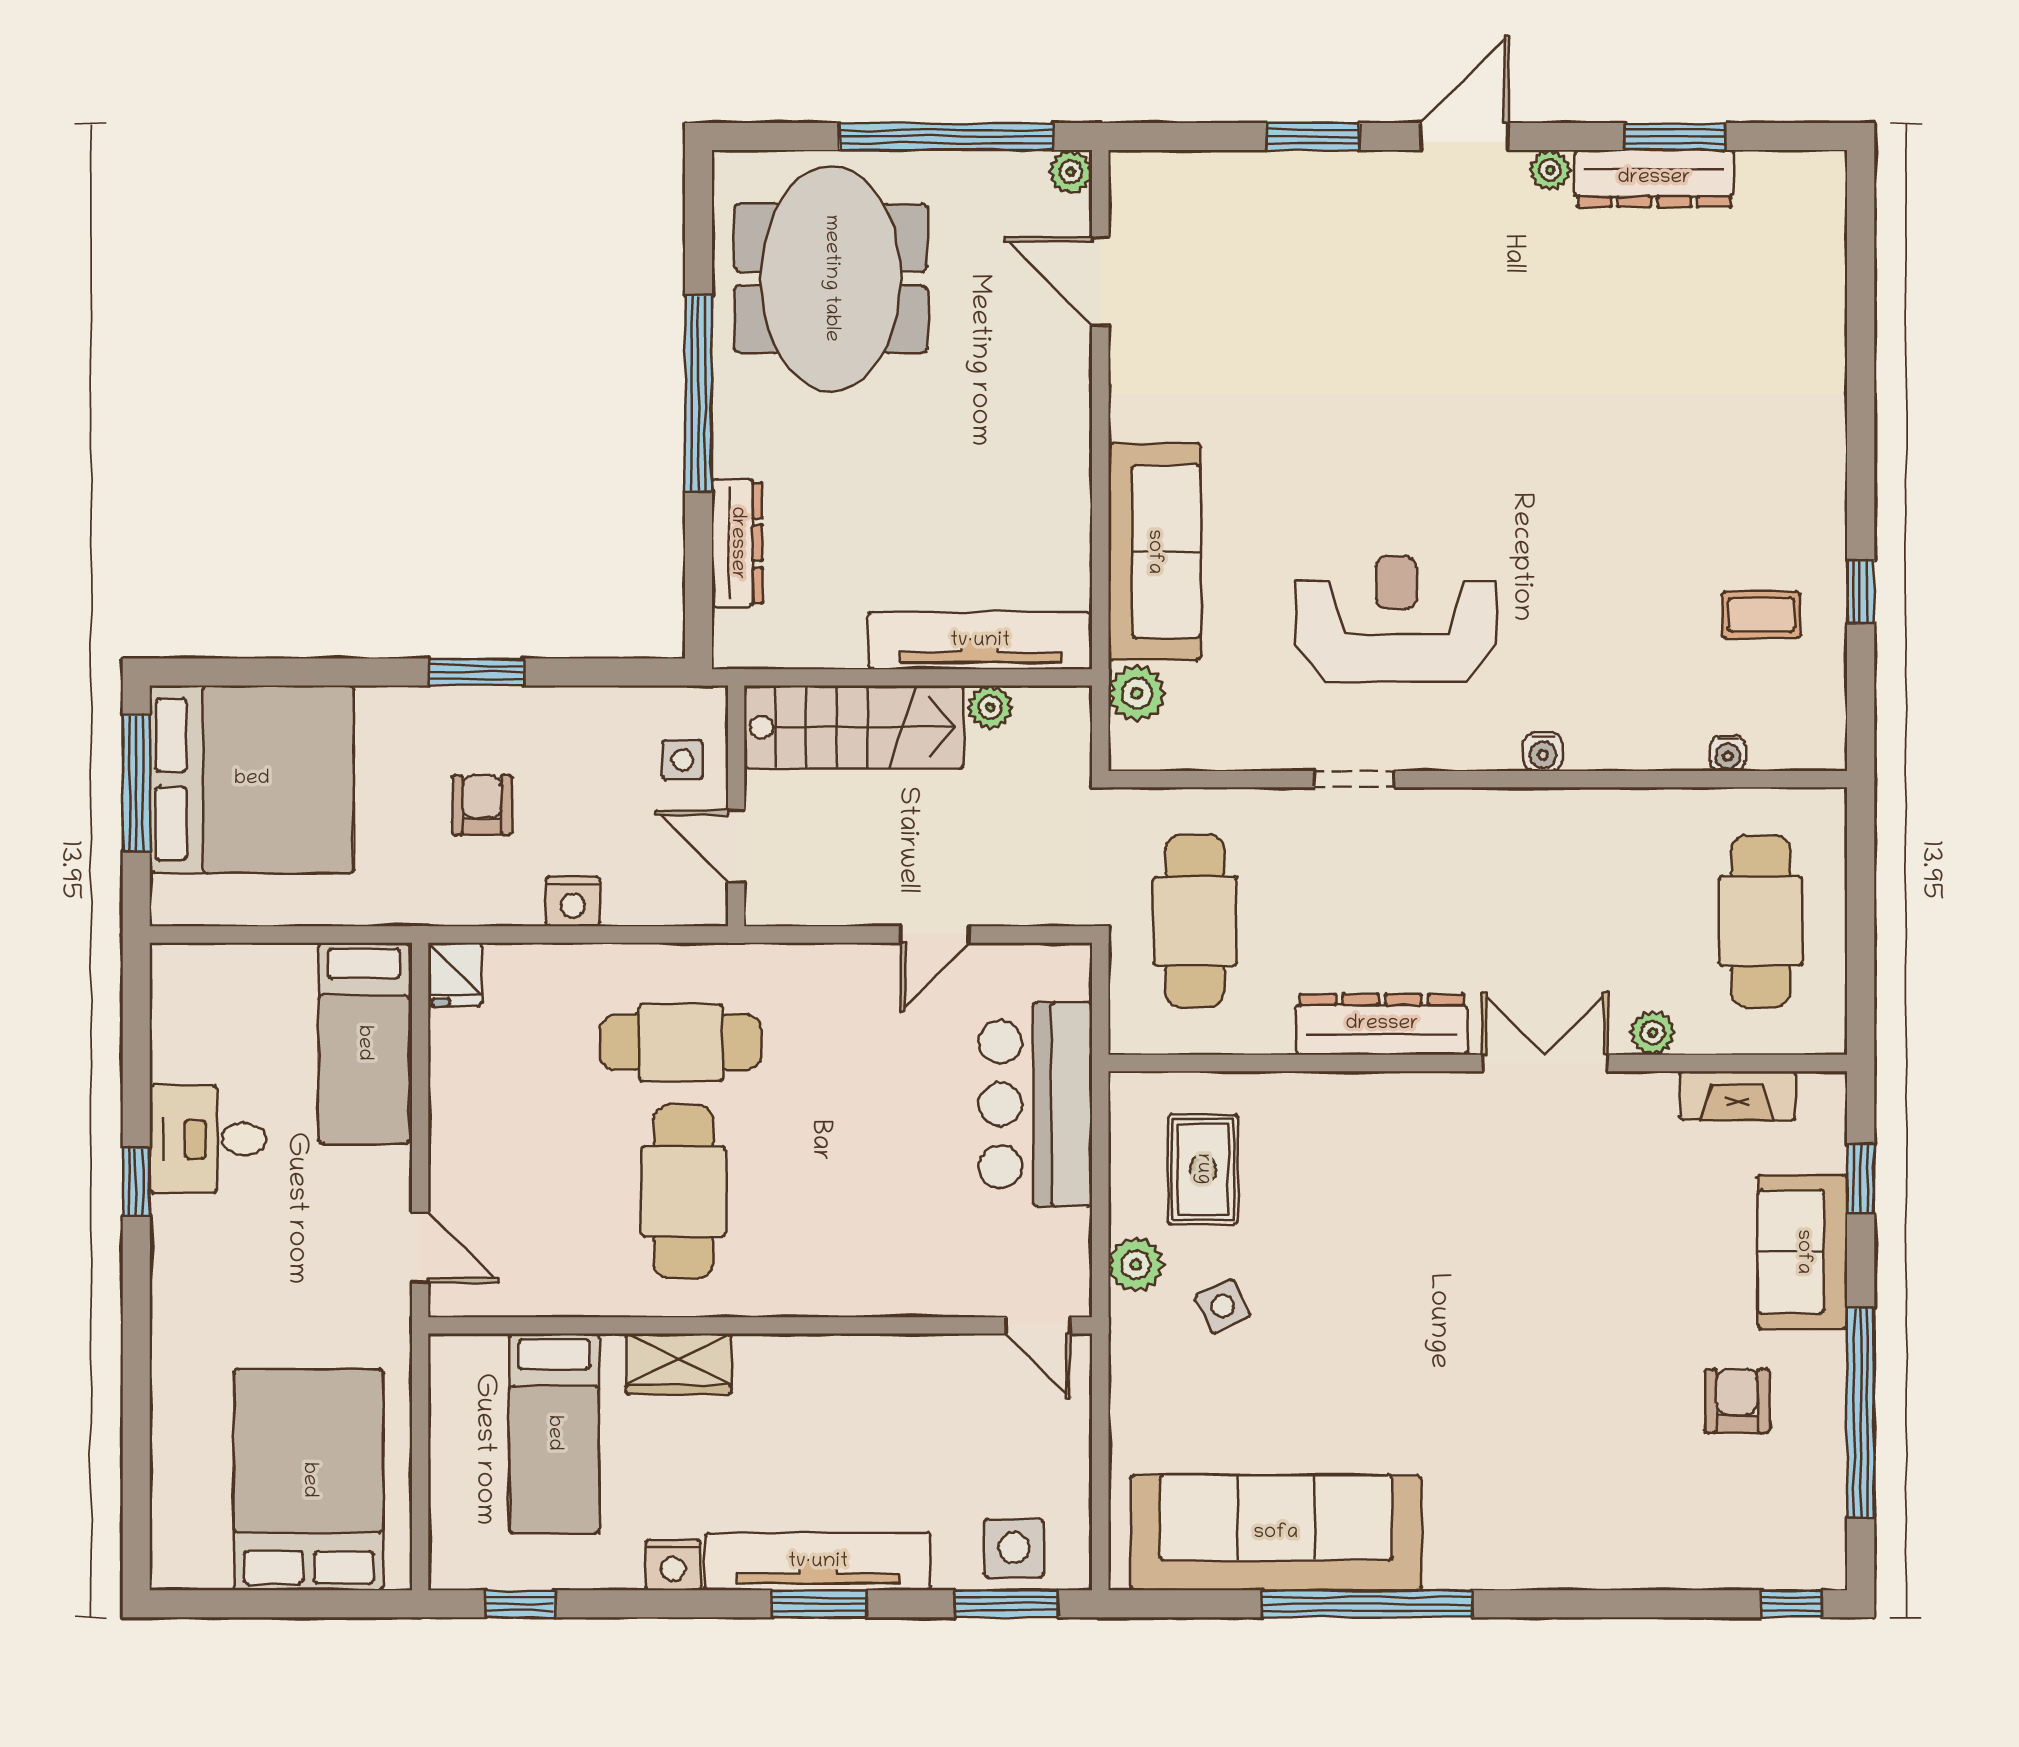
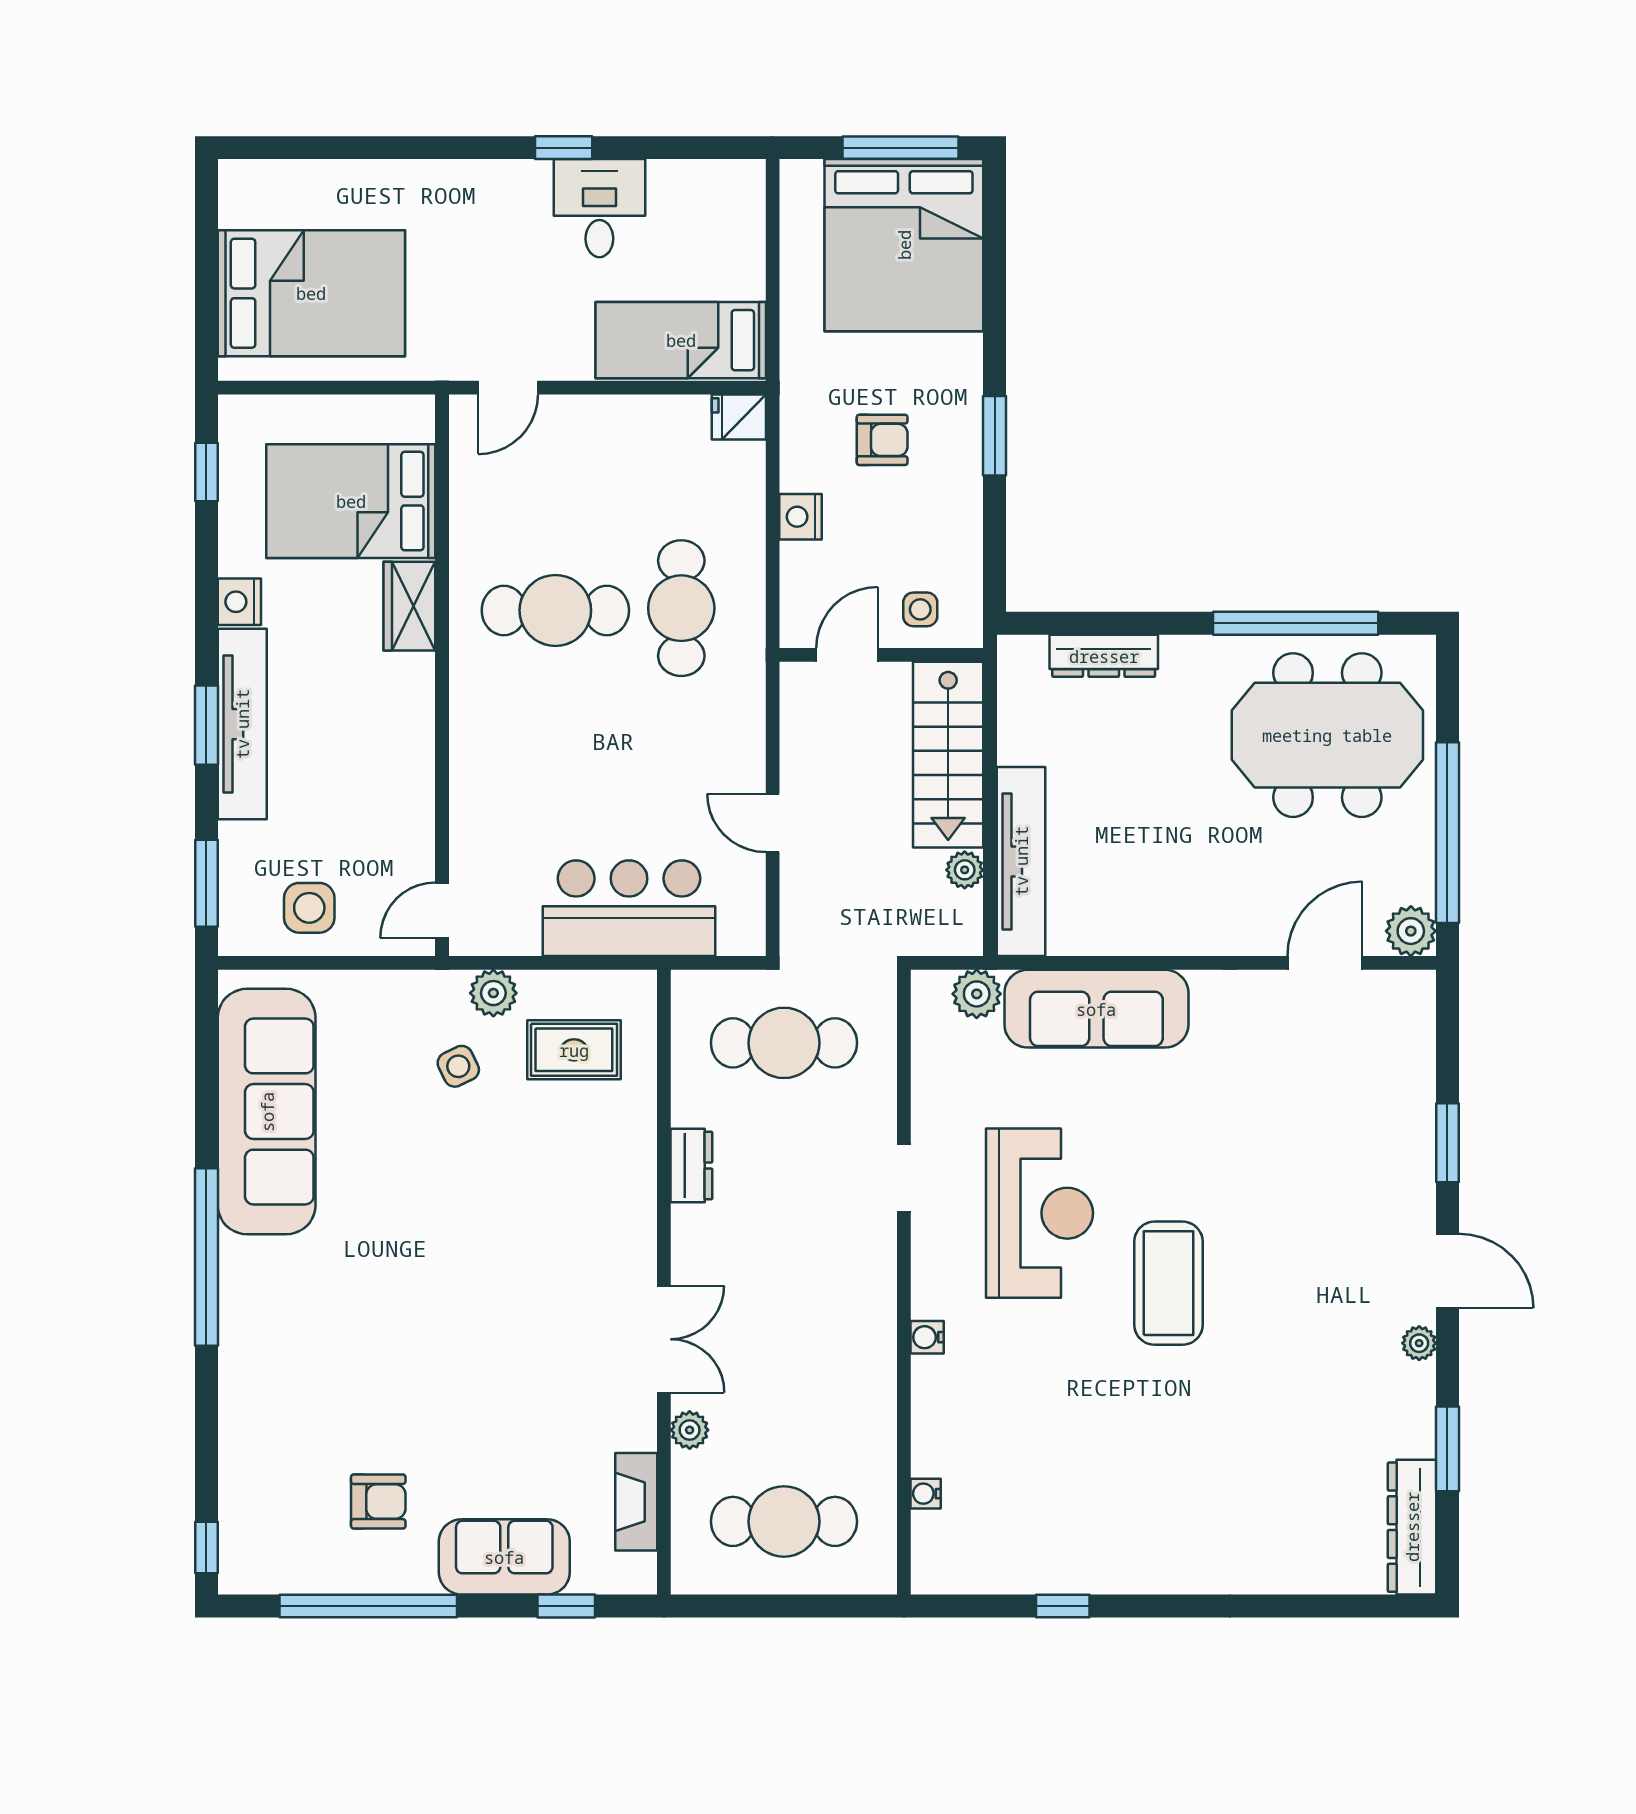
plant: (1071, 172) -> (1411, 931), width x1.38, depth x1.38
dresser: (1654, 178) -> (1412, 1527), moved
window: (699, 393) -> (1296, 623), moved
coffee table: (1761, 615) -> (1168, 1283), moved, width x1.86, depth x1.72
dresser: (1382, 1024) -> (691, 1166), width x0.51, depth x0.80
bed: (554, 1433) -> (351, 501), width x1.50
side table: (1014, 1548) -> (309, 908), moved
window: (1367, 1604) -> (206, 1257), moved

